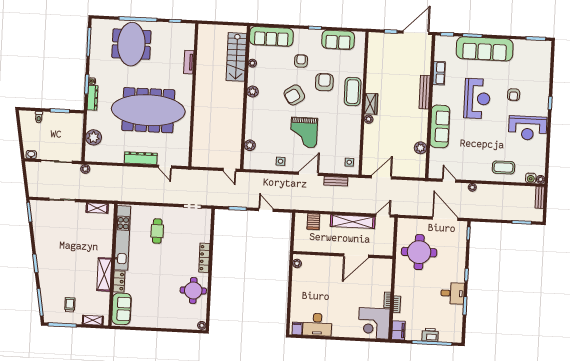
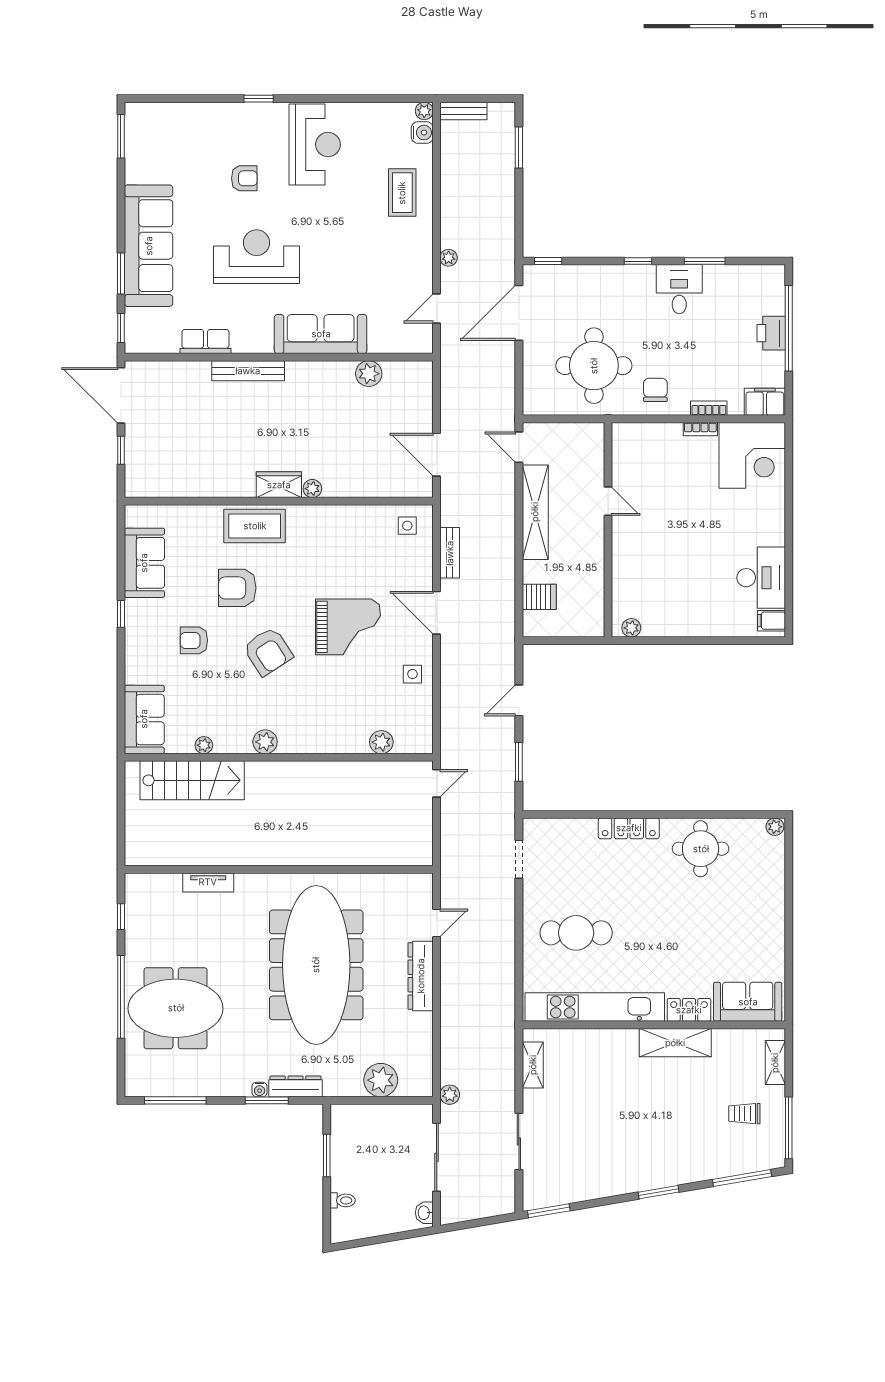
sofa: (271, 36) -> (144, 719), width x0.73
cafe table: (157, 231) -> (576, 933), width x1.37, depth x1.35
door: (356, 256) -> (608, 501), width x0.53
chair: (406, 280) -> (655, 390), added

